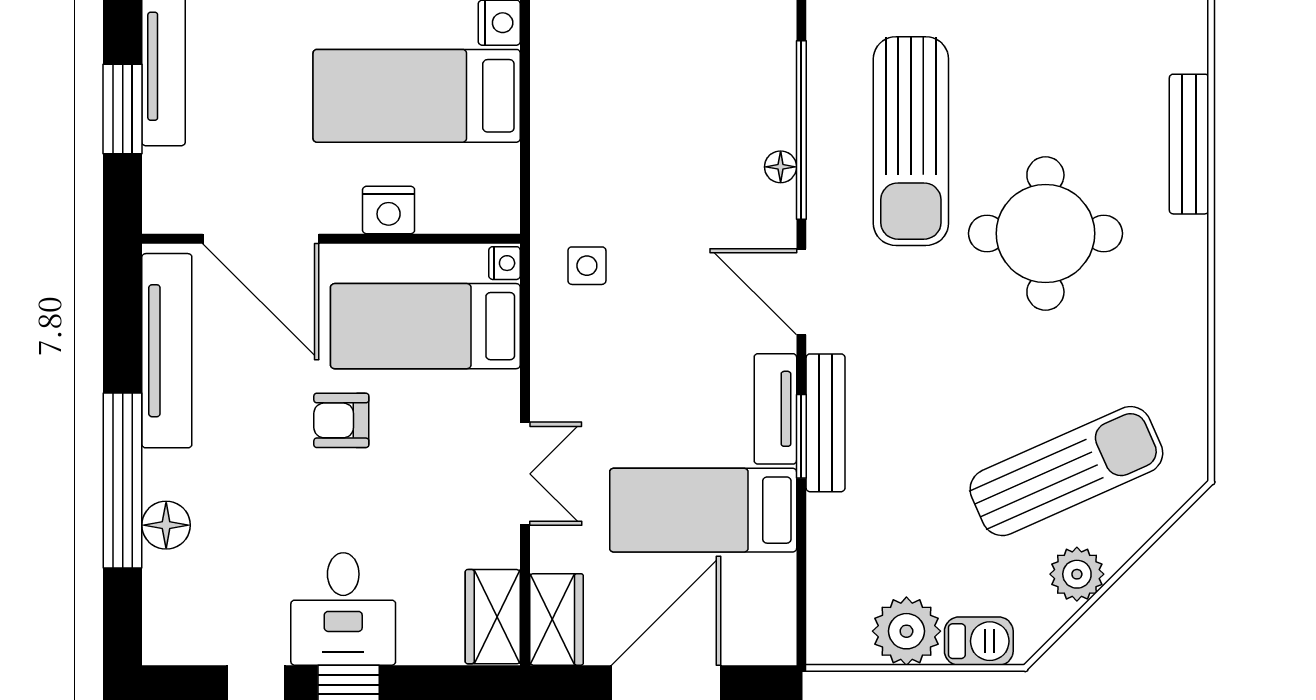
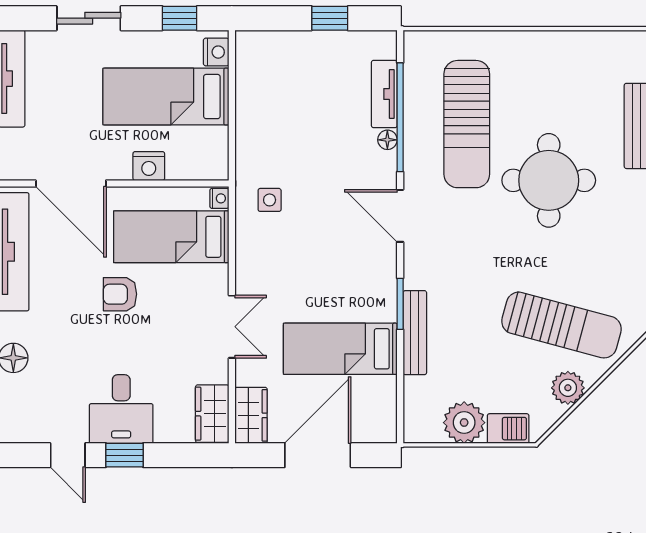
tv unit: (775, 409) -> (384, 94), moved
bench: (826, 423) -> (415, 333), moved
sun lounger: (1066, 471) -> (561, 325), turned 39

